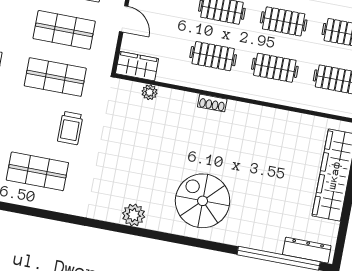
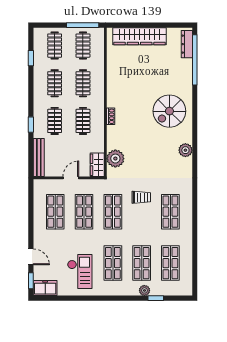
plant: (149, 92) -> (115, 159), width x1.88, depth x1.88

